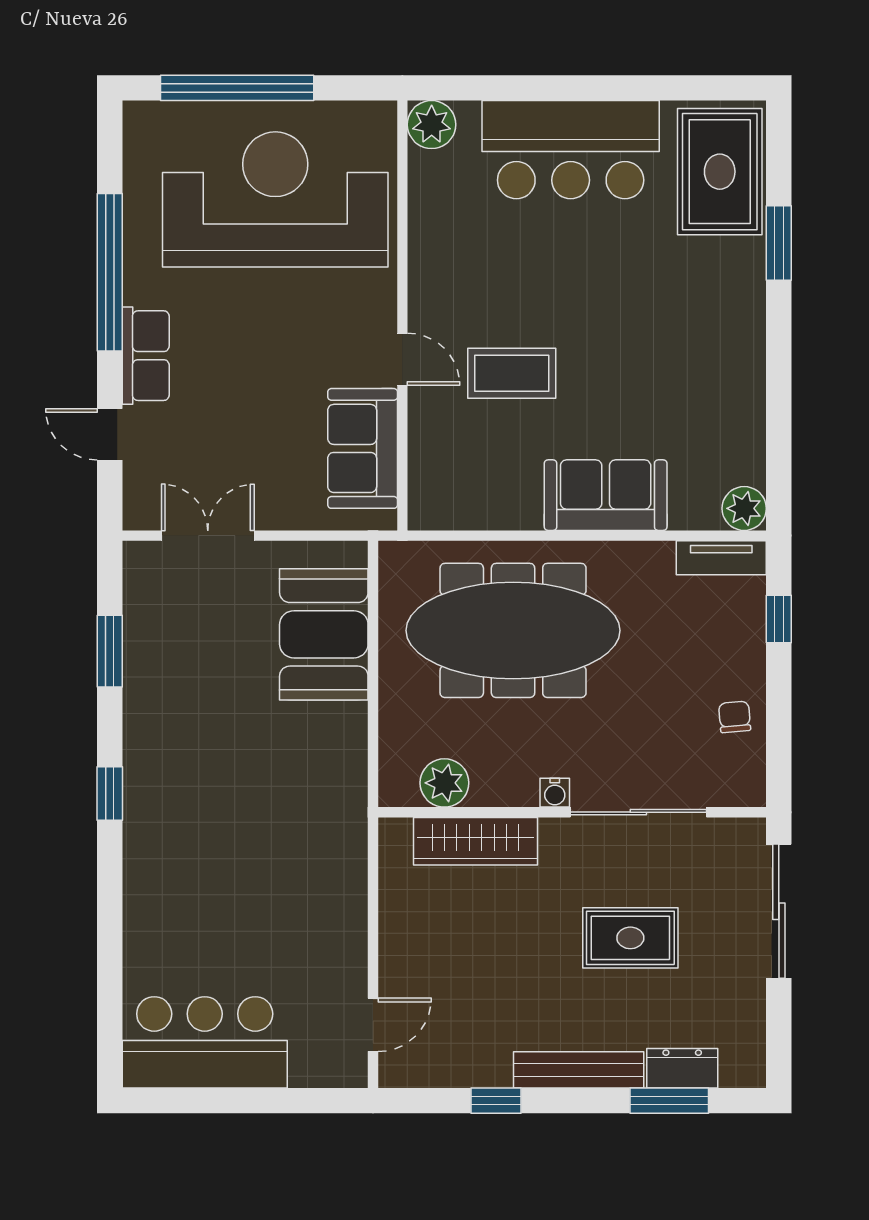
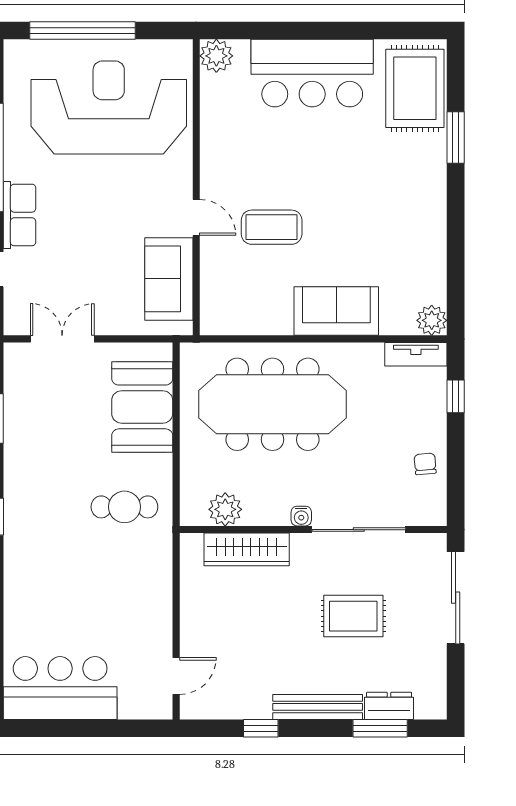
cafe table: (298, 779) -> (124, 507), added

